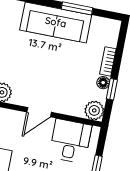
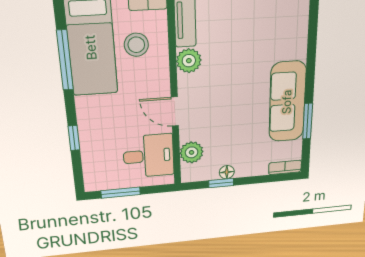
bookcase: (108, 61) -> (285, 167), moved
plant: (94, 110) -> (192, 152), moved

